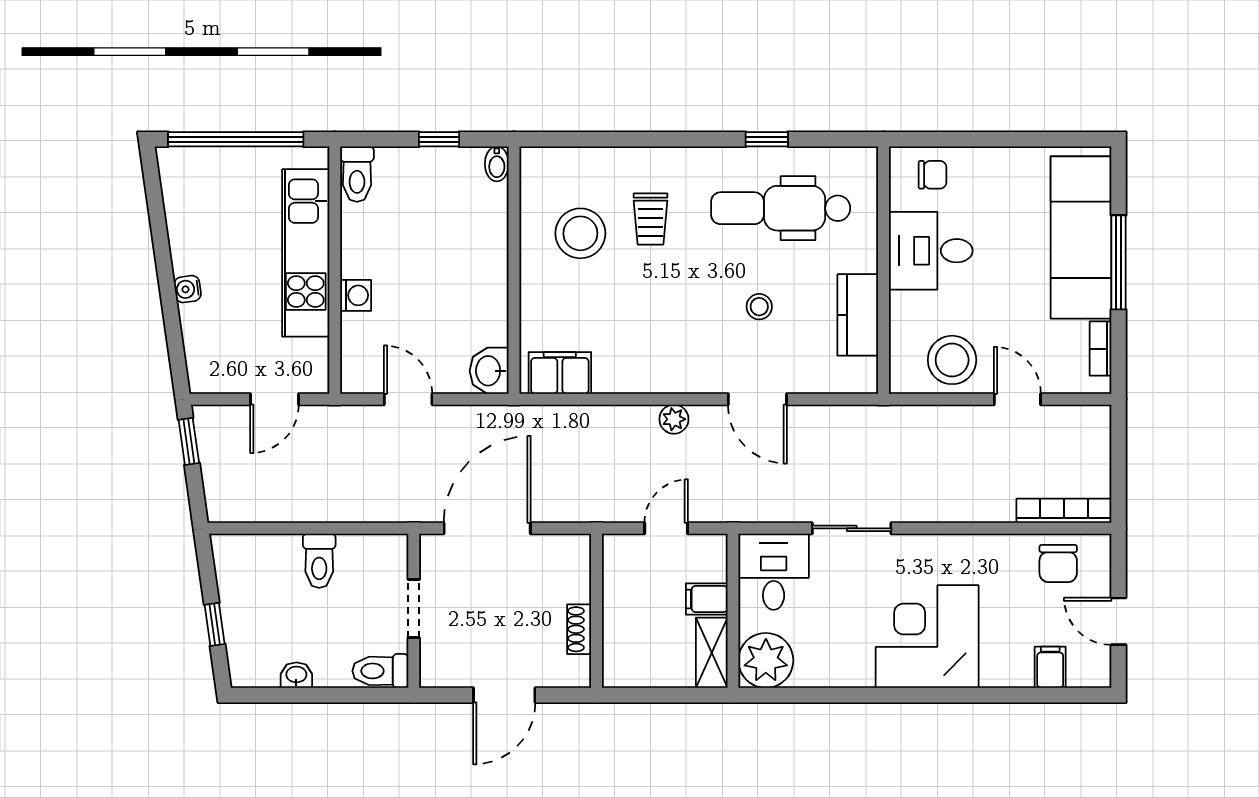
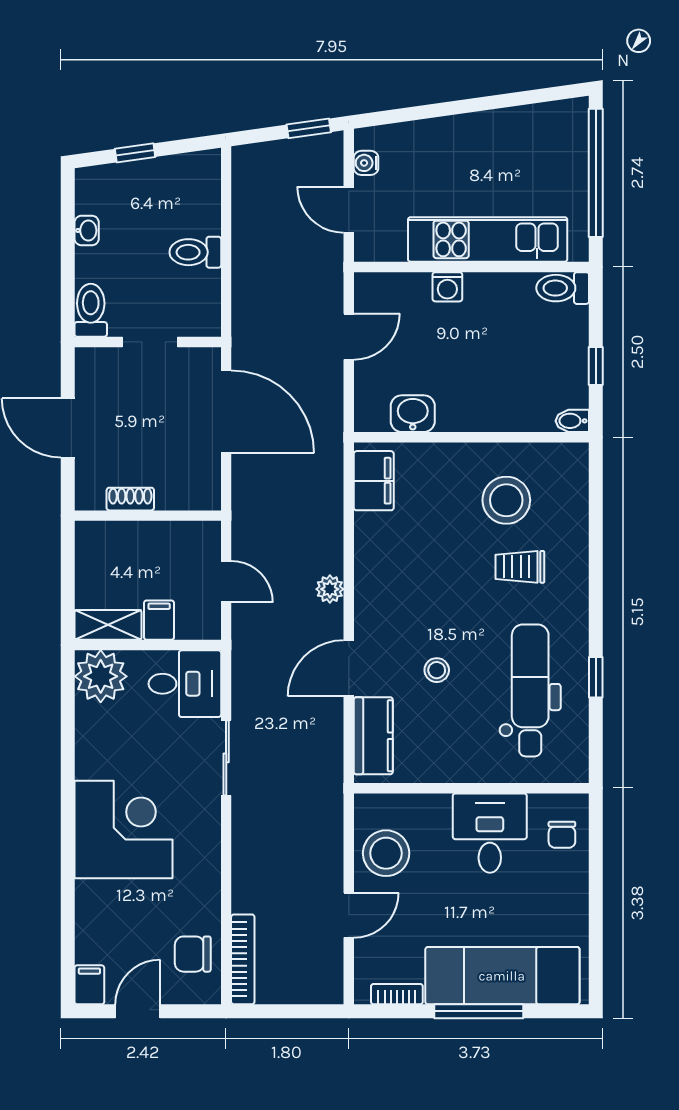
water cooler: (188, 289) -> (366, 163), moved, turned -82
kitchen counter: (858, 315) -> (373, 736), moved, turned 90
washbasin: (489, 371) -> (413, 414), moved
filing cabinet: (1050, 667) -> (89, 985), moved, turned -90

